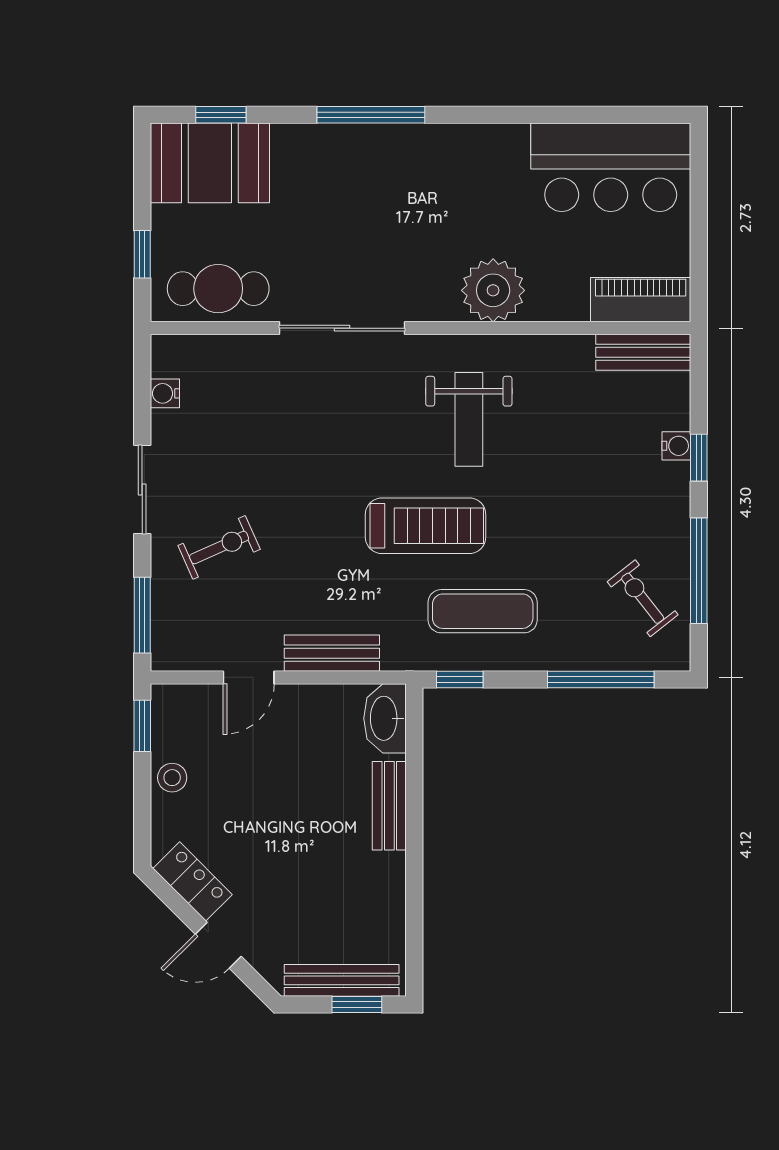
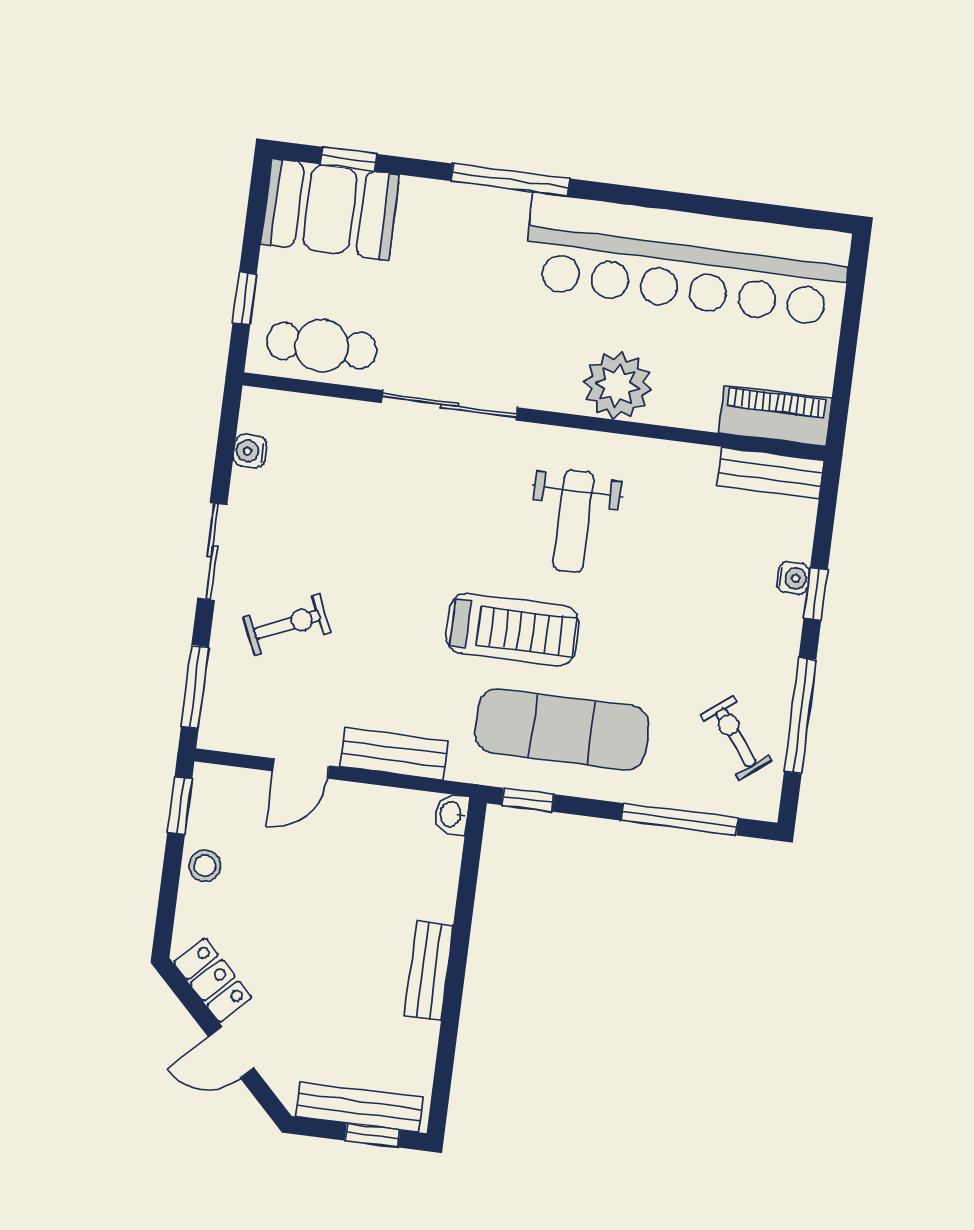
bar counter: (611, 167) -> (687, 260), width x1.86
exercise mat: (483, 611) -> (562, 729), width x1.36, depth x1.45
washbasin: (385, 718) -> (451, 814), width x0.52, depth x0.69
bench: (389, 806) -> (429, 971), moved

